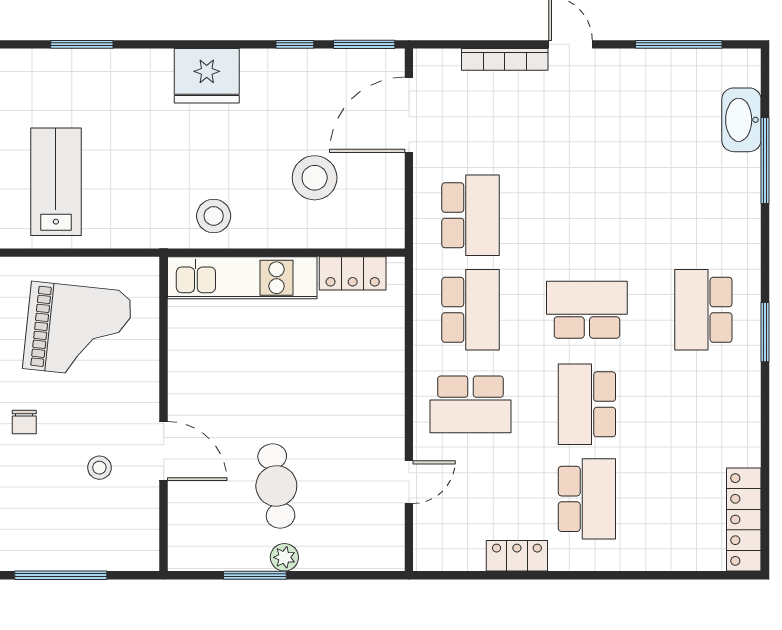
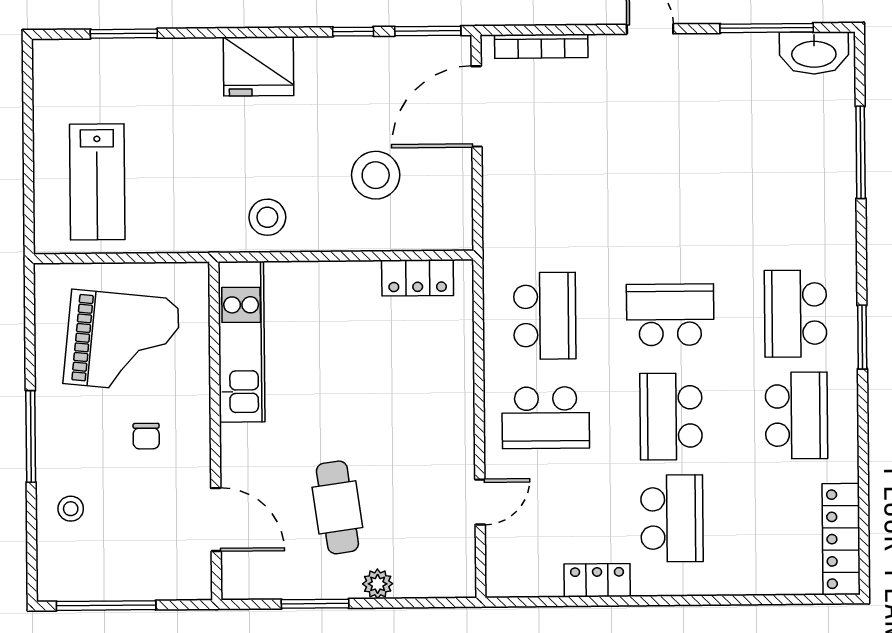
bookcase: (505, 59) -> (541, 46), moved
washbasin: (741, 120) -> (814, 53), moved, turned -90
lab bench: (56, 182) -> (97, 182), turned 180
school desk: (470, 215) -> (796, 415), moved
kitchen unit: (242, 278) -> (241, 342), moved, turned -90
chair: (24, 422) -> (146, 436), moved
door: (164, 451) -> (216, 519), moved
stool: (99, 468) -> (71, 509), moved
plant: (284, 557) -> (378, 584), moved

